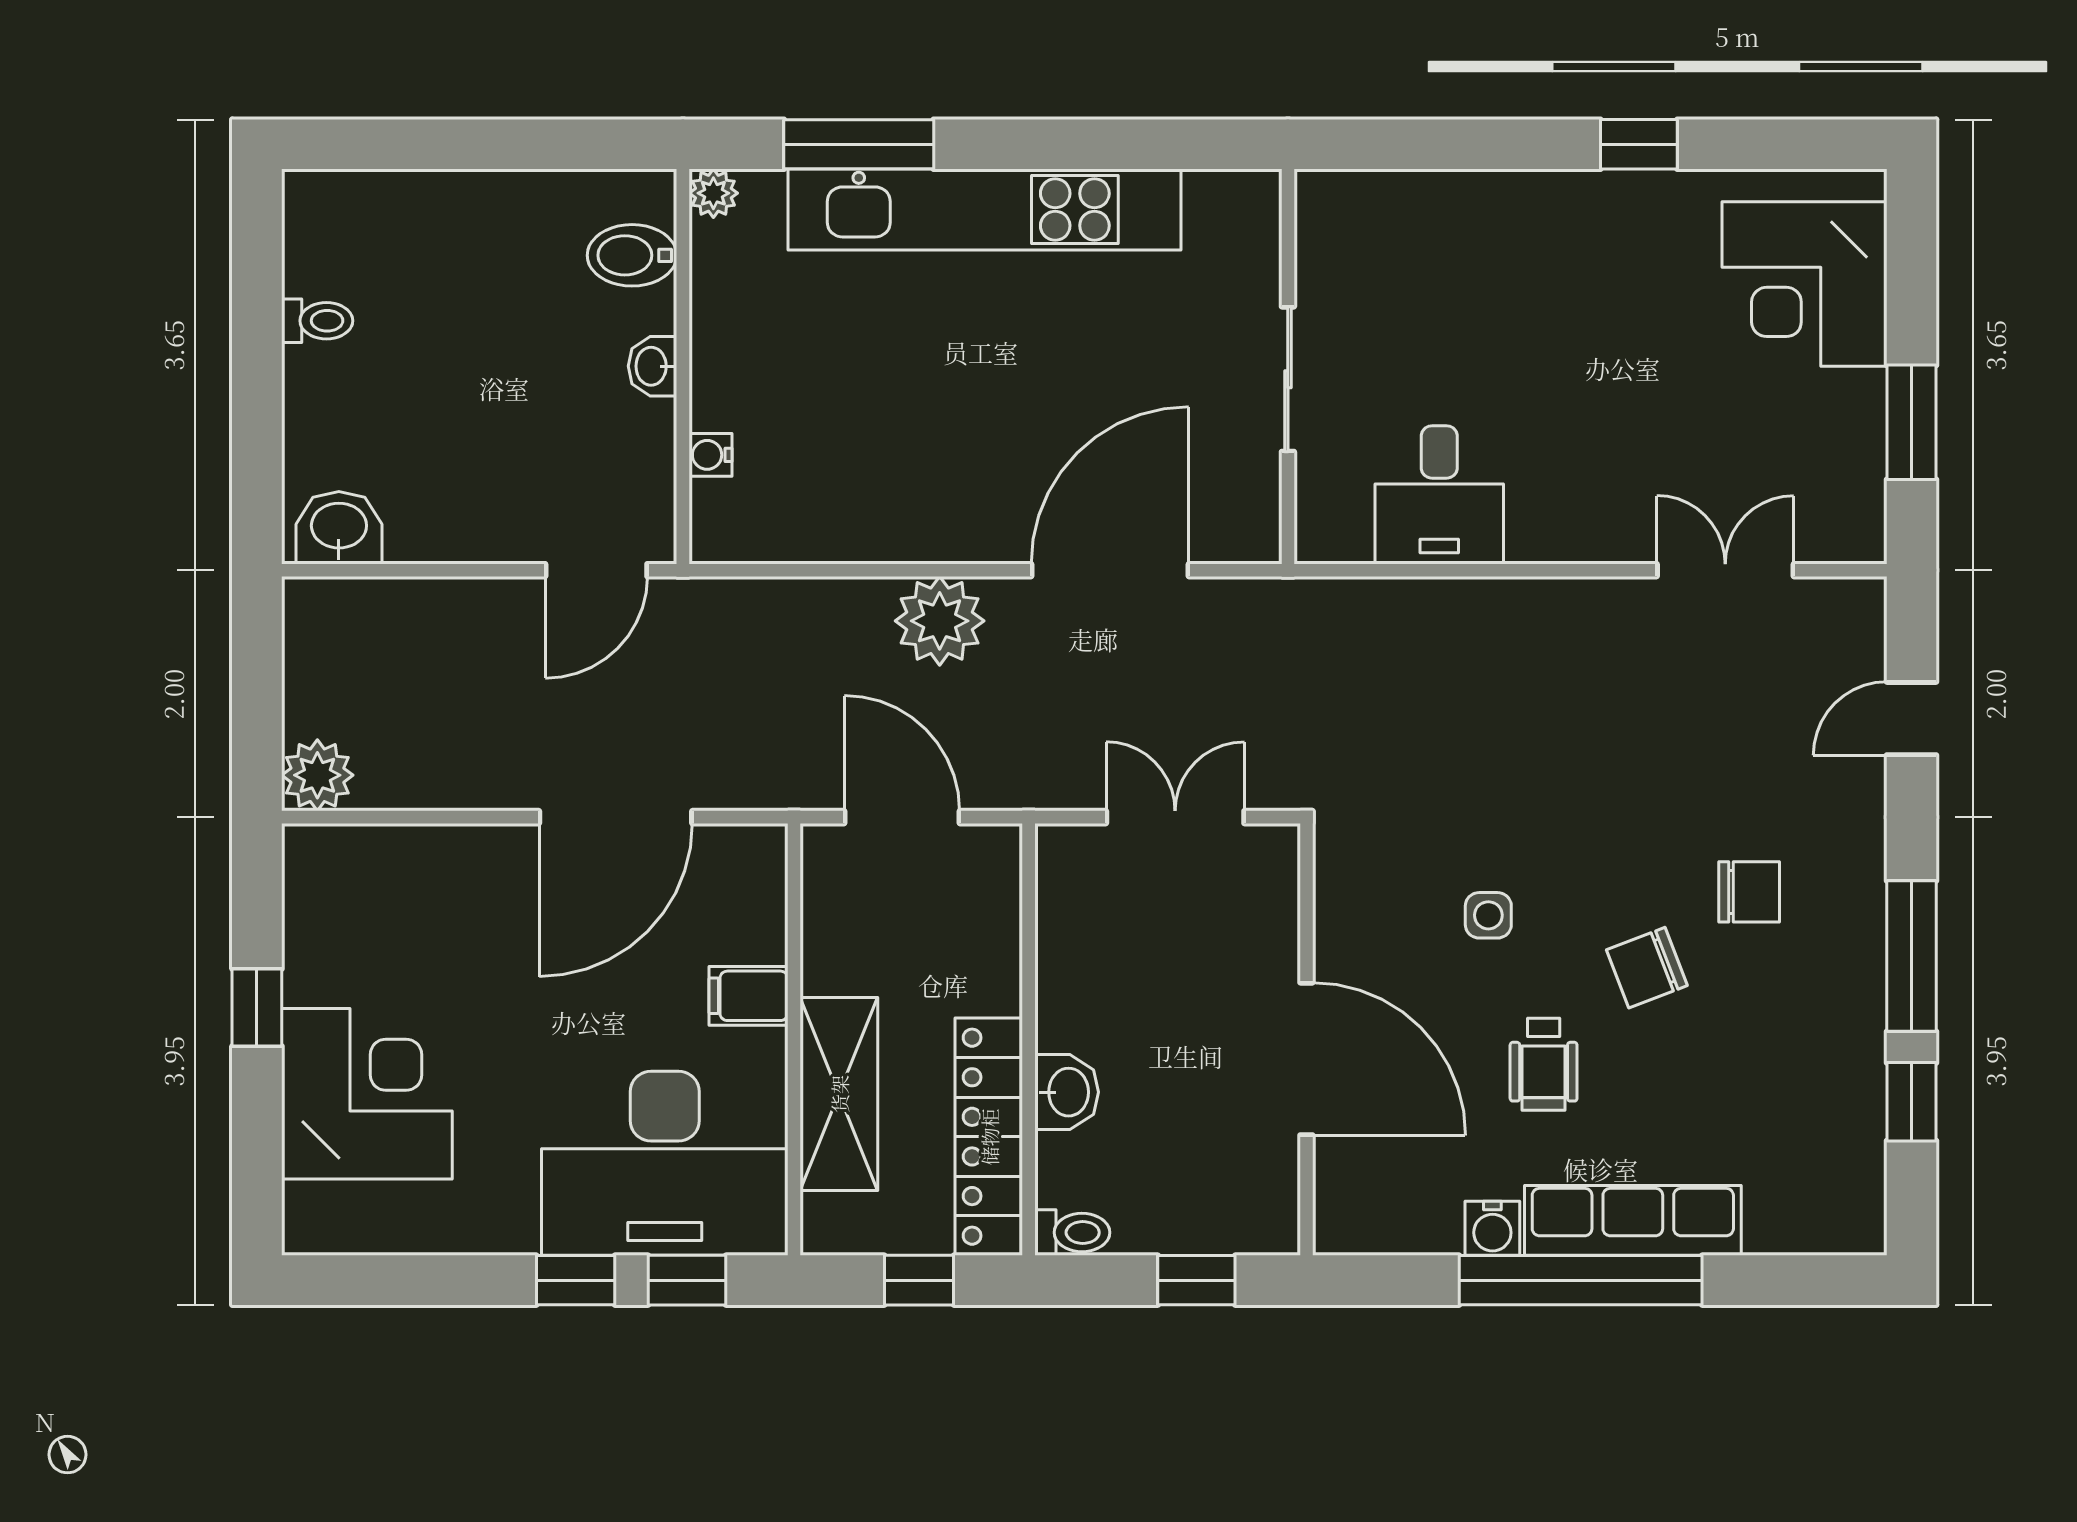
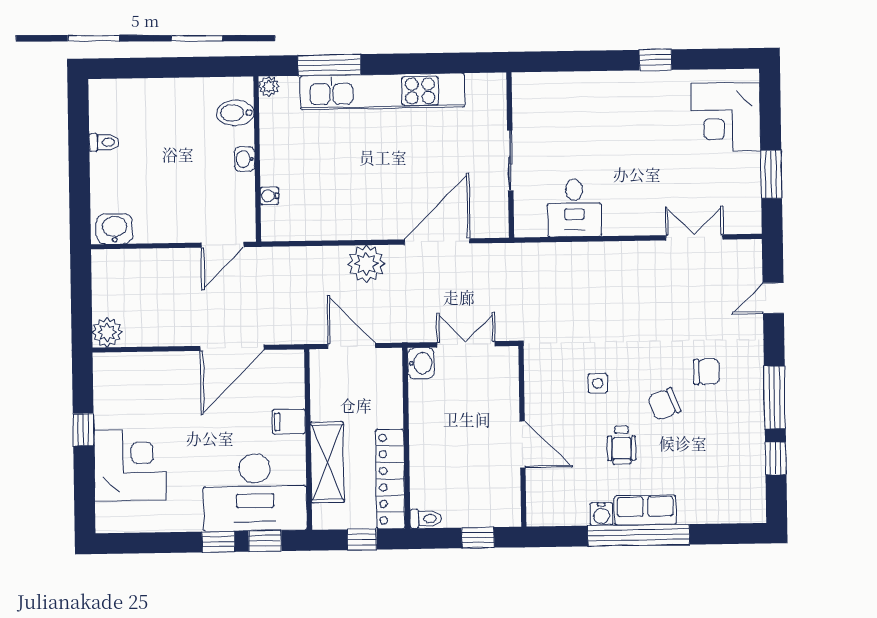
door: (1306, 1059) -> (522, 444), width x0.73
washbasin: (1067, 1092) -> (421, 363), moved
row of seats: (1633, 1220) -> (645, 510), width x0.68

